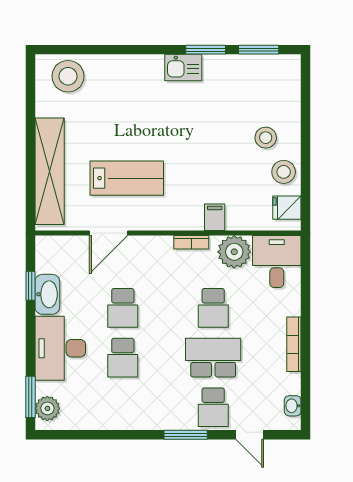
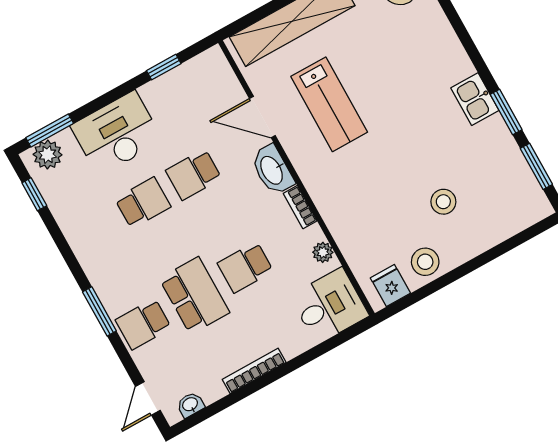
stool: (266, 138) -> (443, 202), moved
filing cabinet: (215, 217) -> (339, 217), removed
plant: (234, 252) -> (323, 252), width x0.53, depth x0.53
washbasin: (47, 294) -> (272, 170), moved, turned 90
school desk: (123, 358) -> (143, 203), turned 180
window: (72, 435) -> (34, 194), added
door: (250, 435) -> (148, 398), moved

